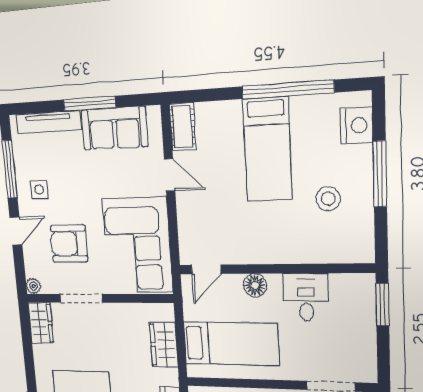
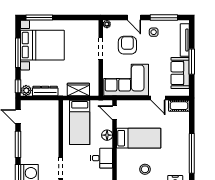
bed: (267, 149) -> (139, 138), moved, turned 180
door: (170, 175) -> (158, 98), hinge flipped
wardrobe: (41, 323) -> (88, 26), removed

